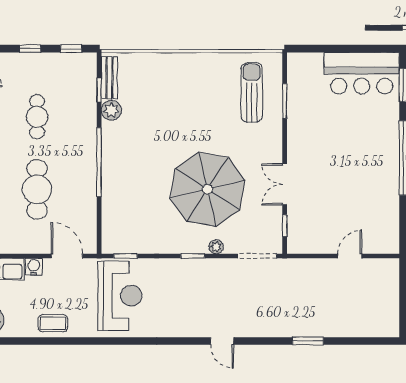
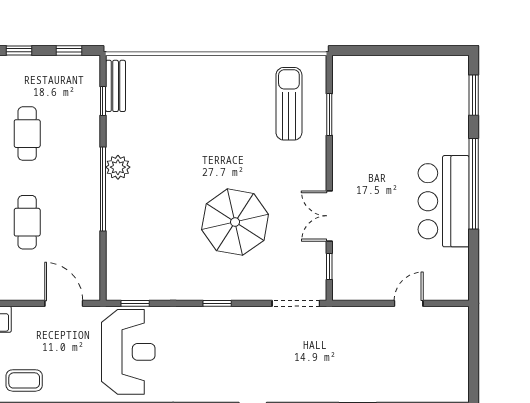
bar counter: (362, 73) -> (444, 201), moved, turned 90
plant: (111, 110) -> (118, 167), moved
cafe table: (37, 189) -> (27, 222), width x0.73, depth x0.74
parasol: (207, 189) -> (235, 222), width x0.73, depth x0.73
plant: (216, 247) -> (246, 292), removed
water cooler: (34, 267) -> (23, 316), removed
coffee table: (53, 323) -> (24, 380), moved

